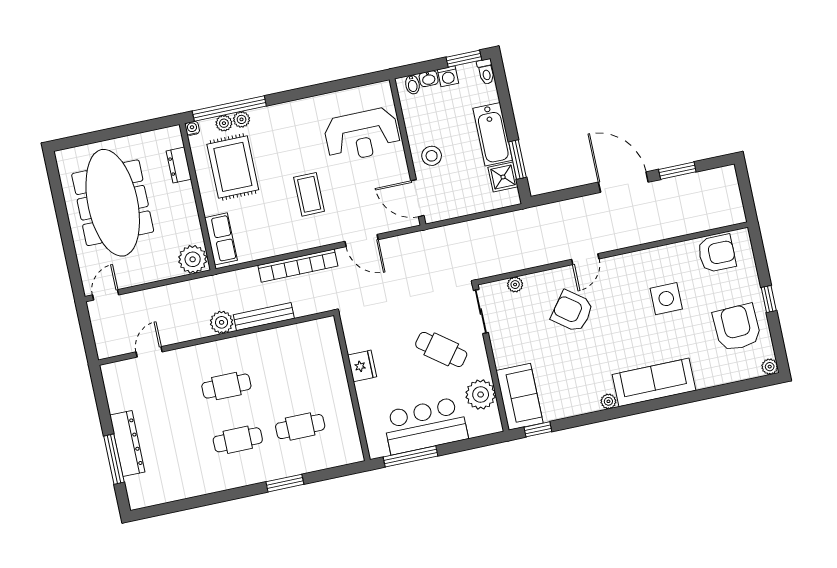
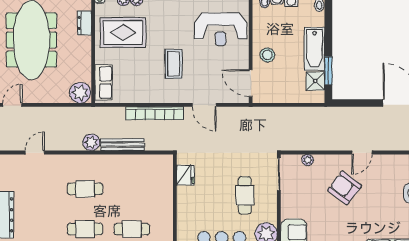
rug: (233, 167) -> (123, 33), turned 90
cafe table: (441, 349) -> (245, 195), turned 53
fridge: (362, 366) -> (185, 175), moved

